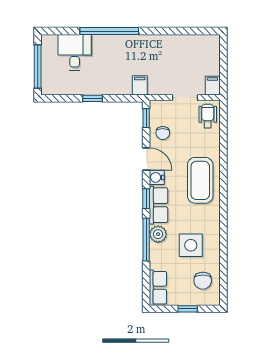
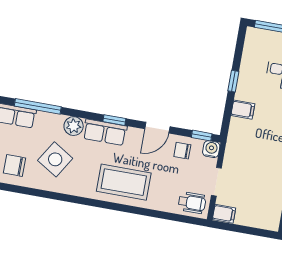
filing cabinet: (140, 85) -> (243, 110), moved
water cooler: (157, 177) -> (211, 149), moved
window: (146, 240) -> (38, 106), moved
side table: (191, 245) -> (55, 159), turned 32

